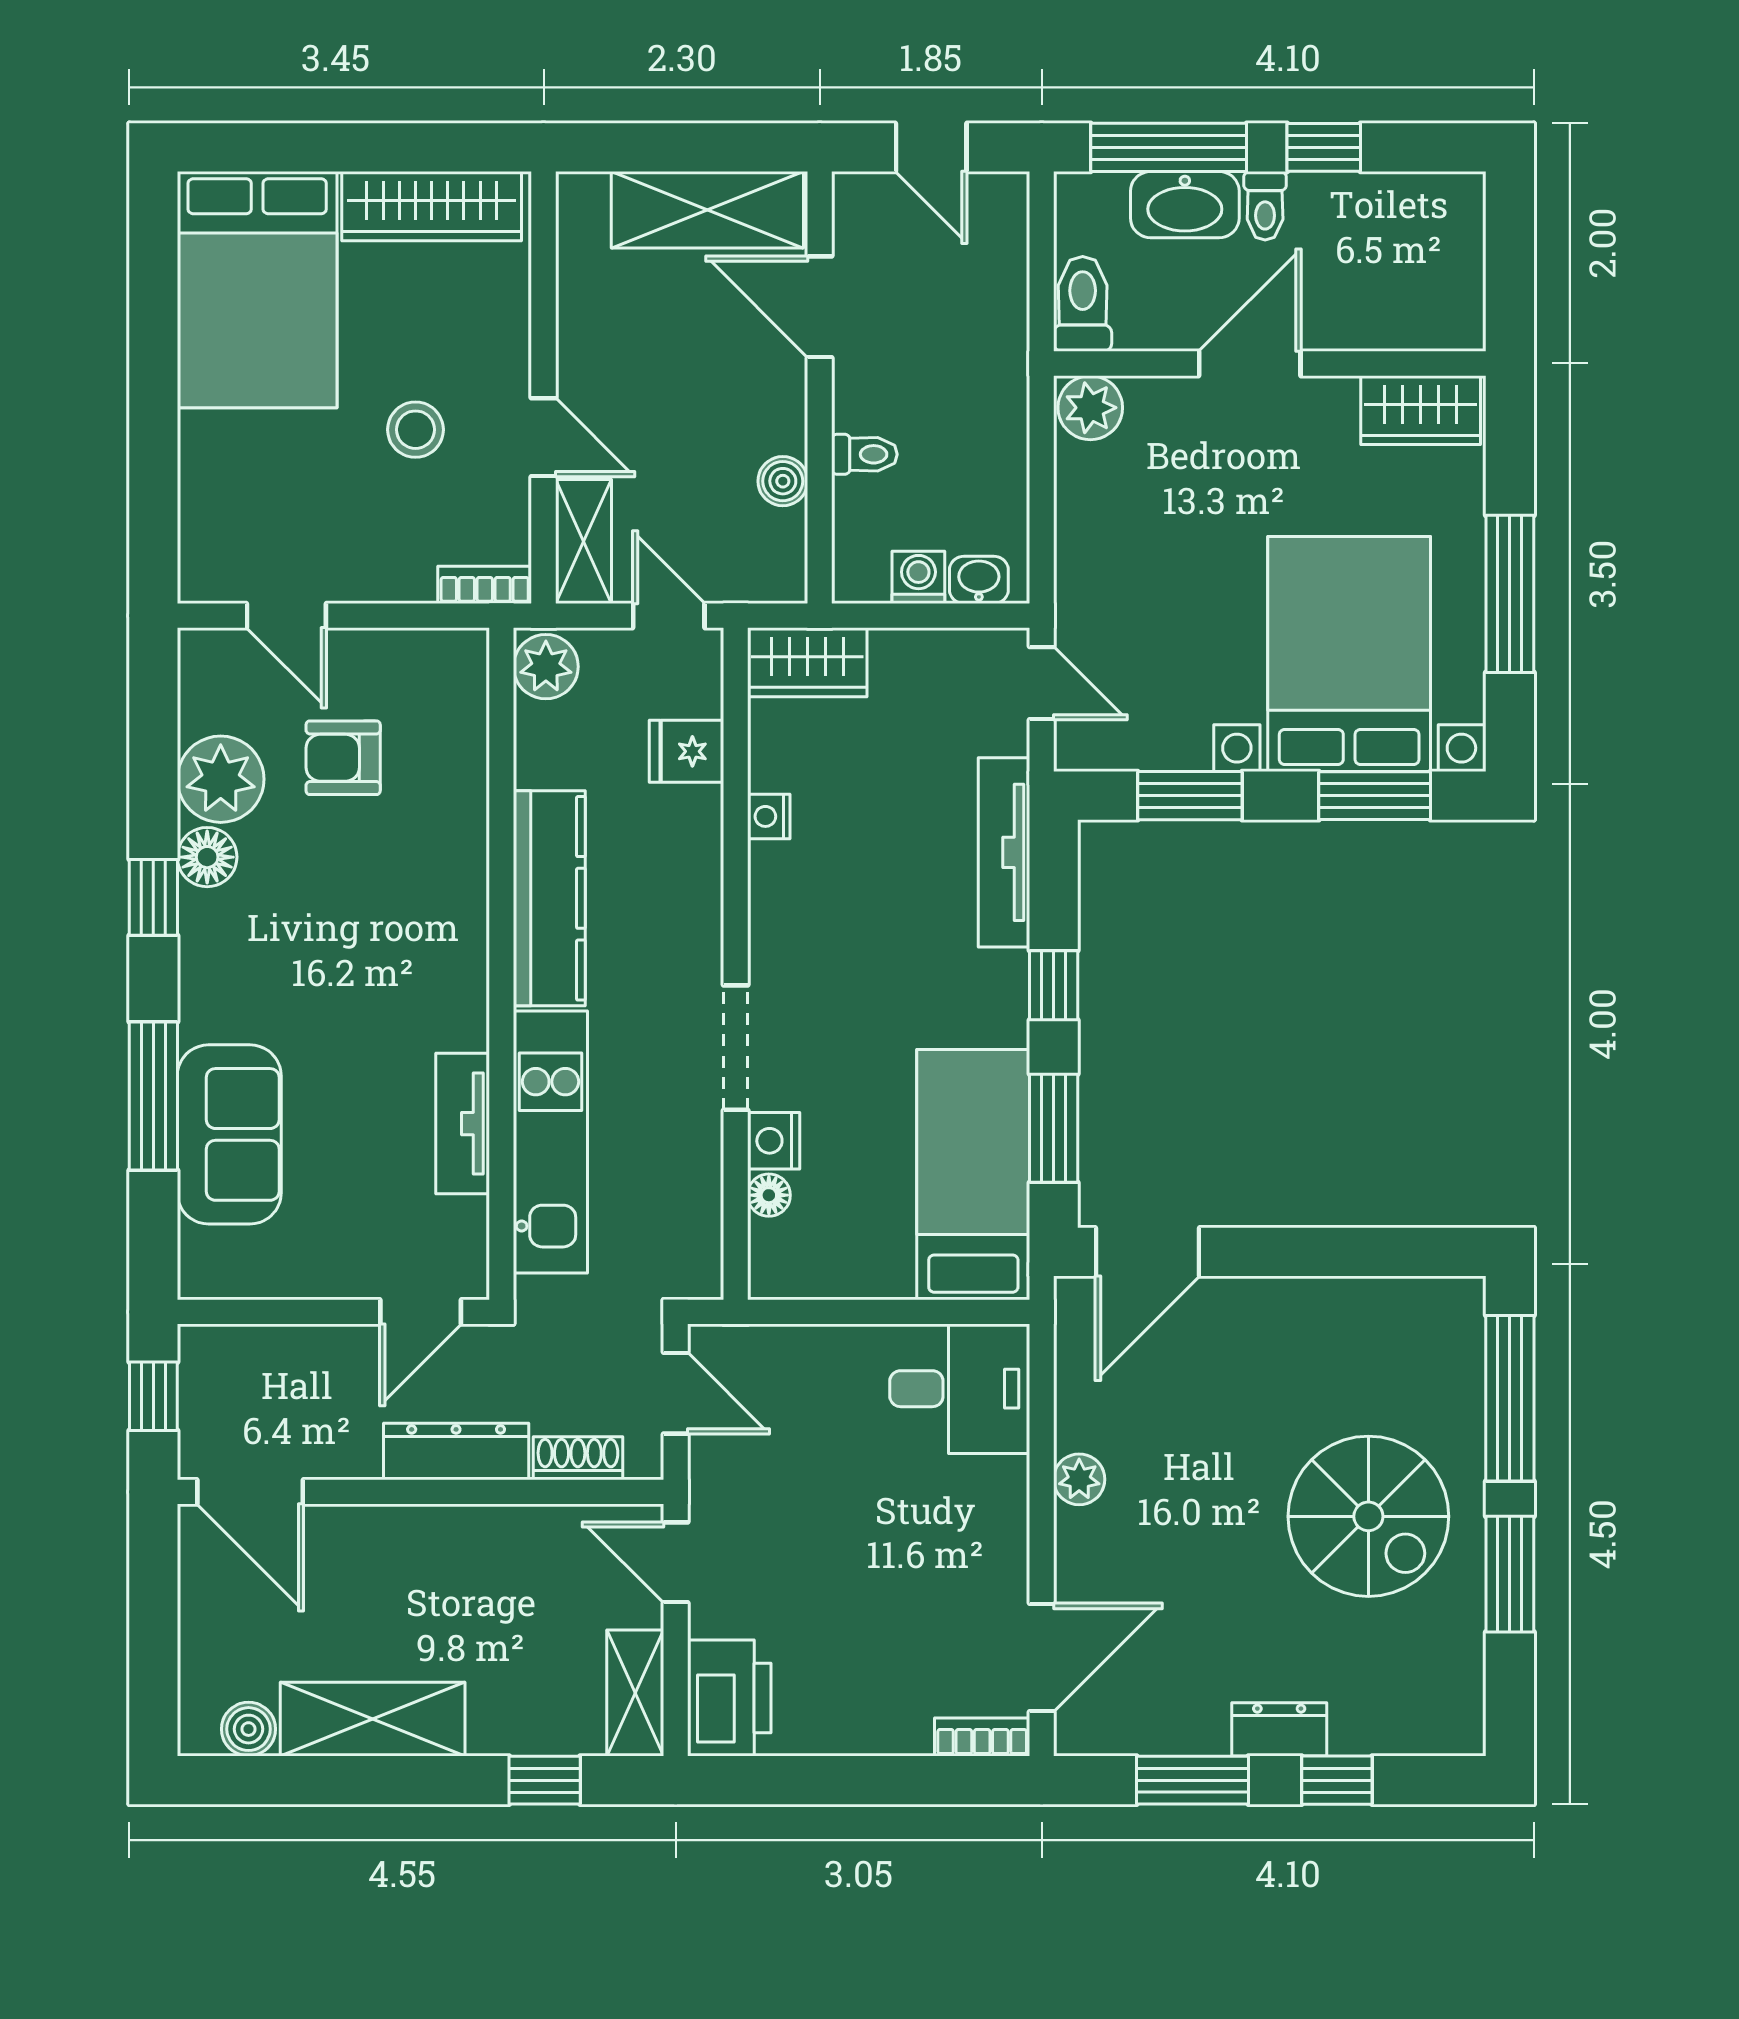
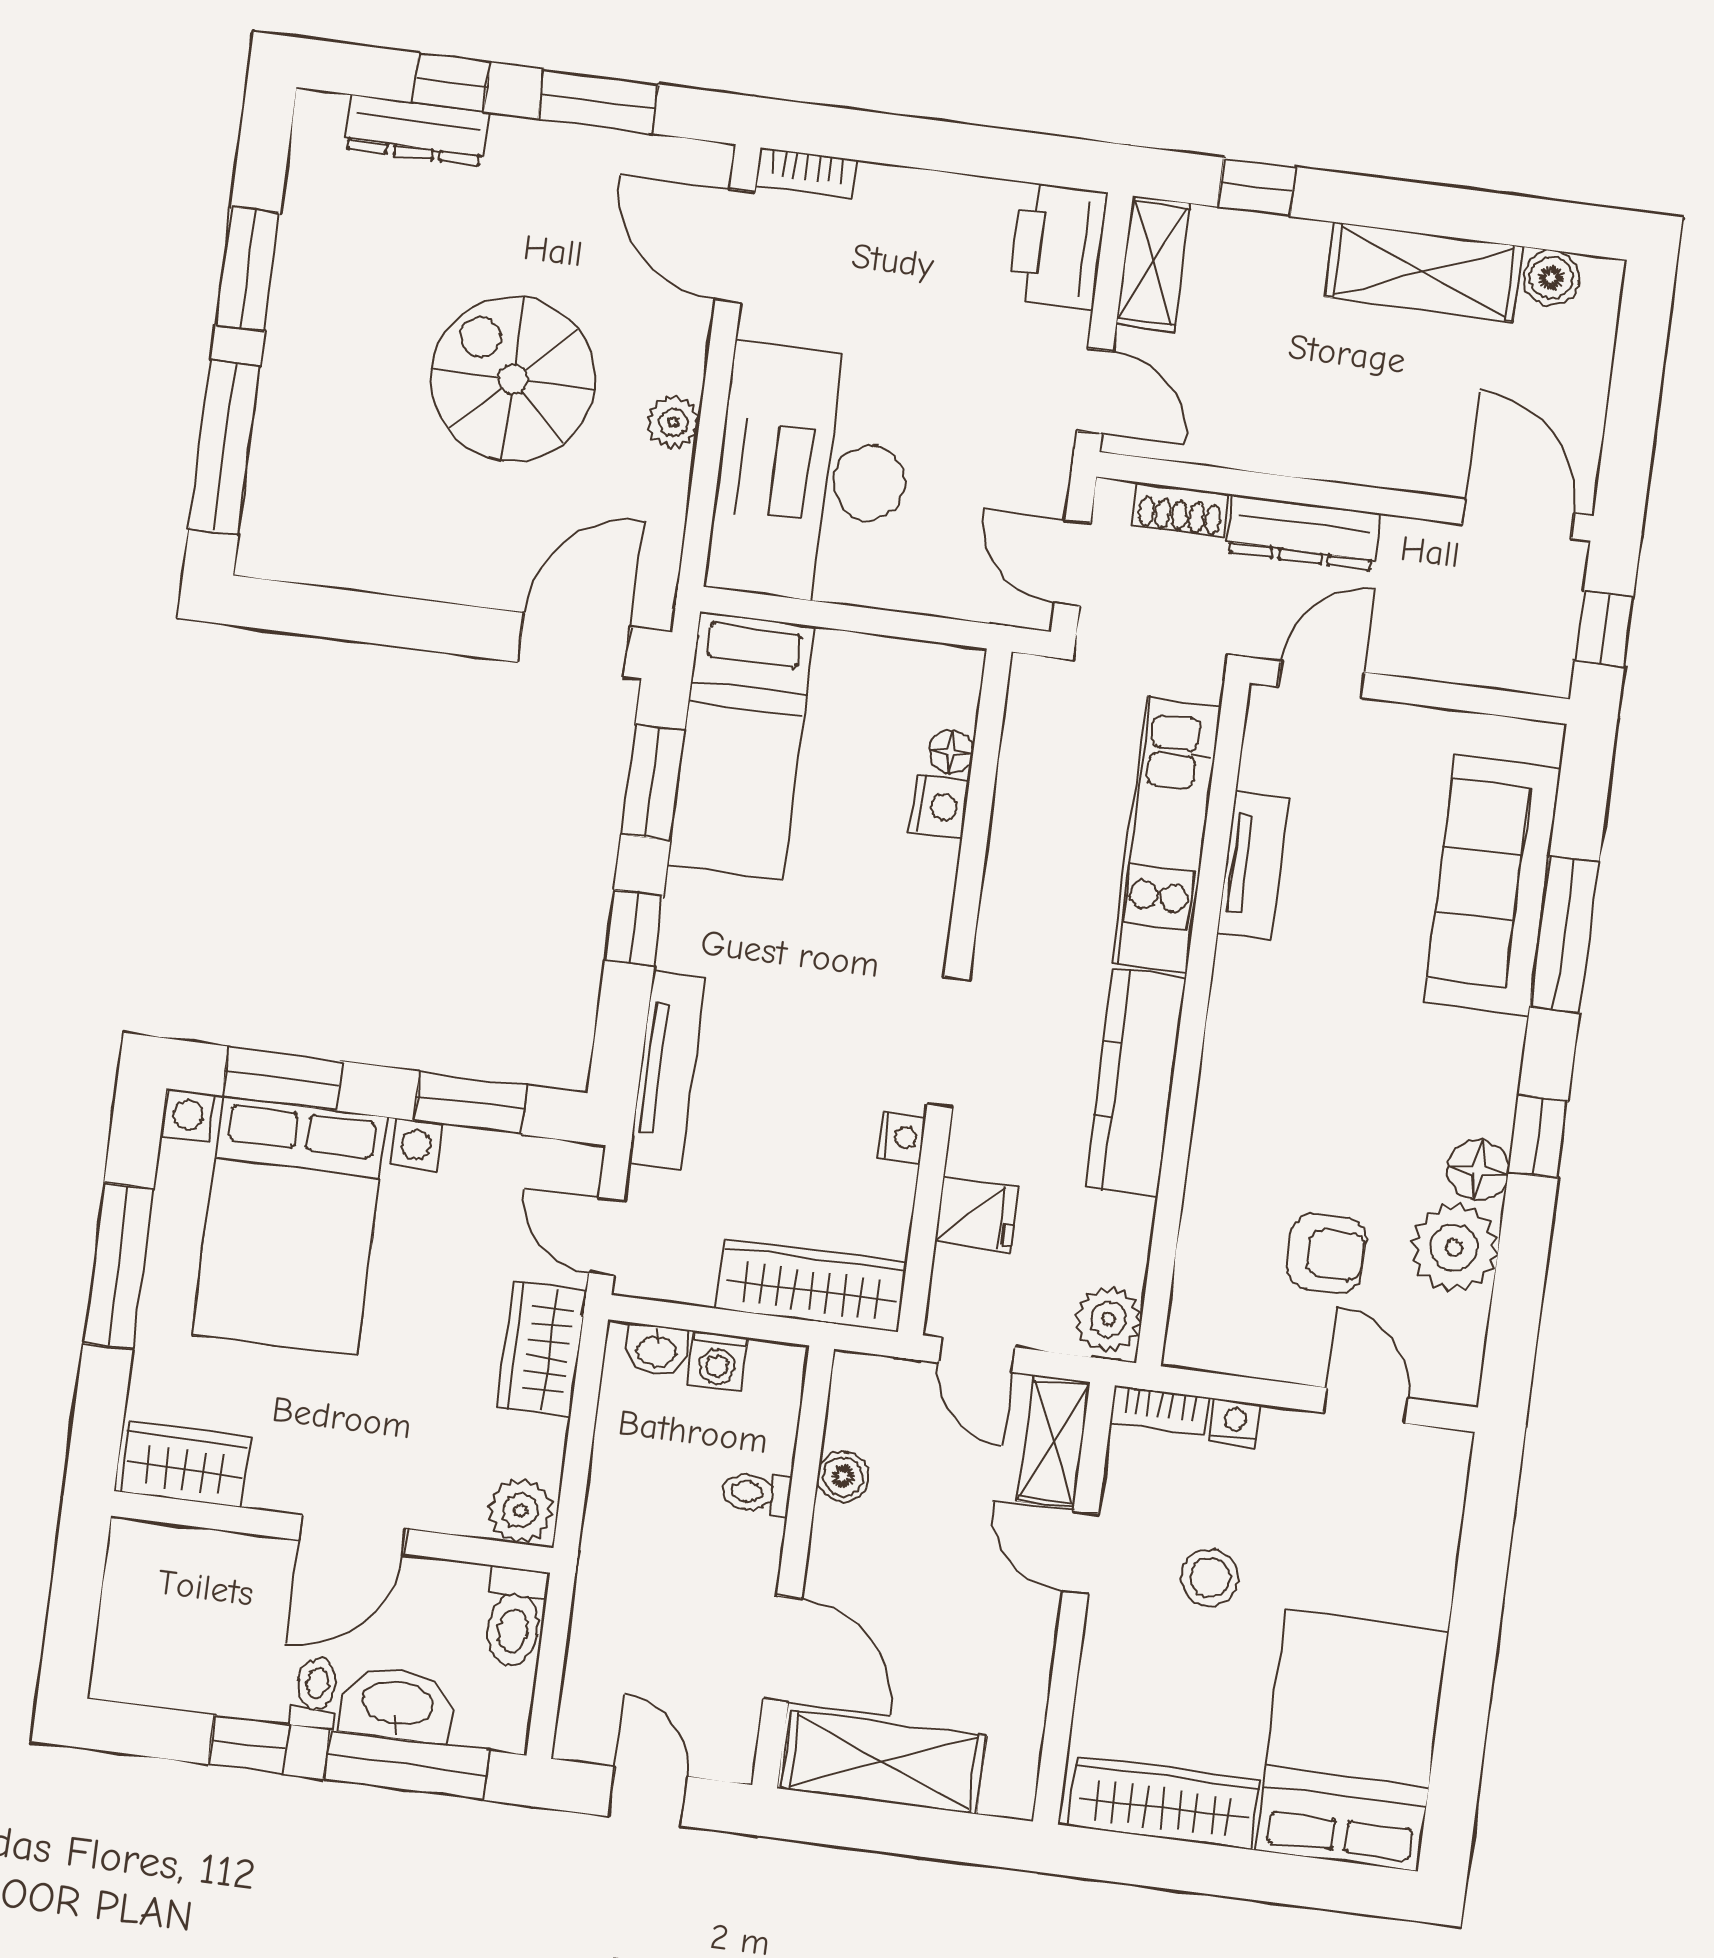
wardrobe: (1090, 567) -> (542, 1349), added
nightstand: (411, 582) -> (1235, 1423), added
wardrobe: (807, 662) -> (812, 1285), width x1.50
doorway: (736, 1048) -> (948, 1042), moved
sofa: (229, 1134) -> (1492, 885), width x1.36
desk: (960, 1389) -> (812, 475), width x1.87, depth x1.30
spiral stairs: (1368, 1516) -> (513, 379), moved
door: (1042, 1657) -> (735, 246), hinge flipped
dresser: (1279, 1729) -> (416, 130), moved, width x1.44

